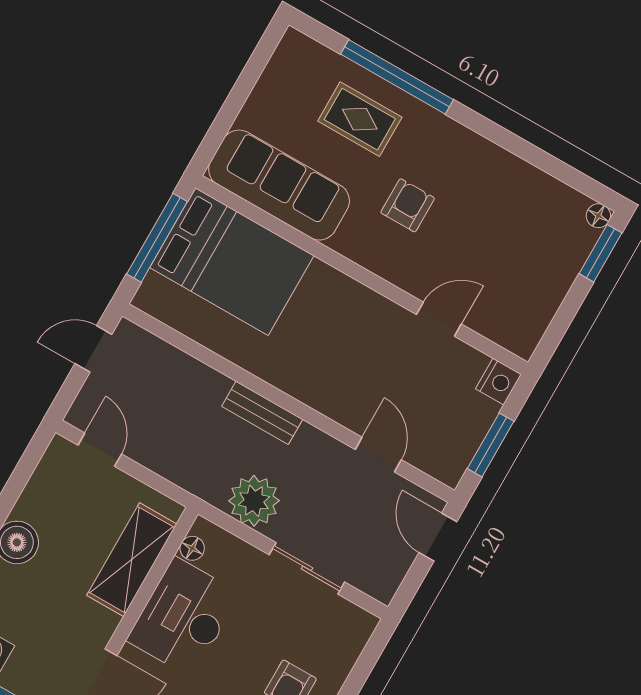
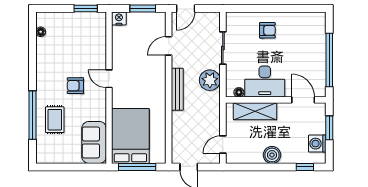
sofa: (279, 185) -> (94, 142), width x0.73
floor lamp: (598, 216) -> (41, 32), moved
window: (600, 253) -> (86, 8), moved
door: (439, 319) -> (109, 79), moved
bench: (262, 413) -> (177, 89), width x1.36

